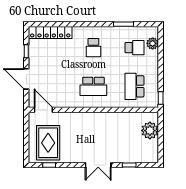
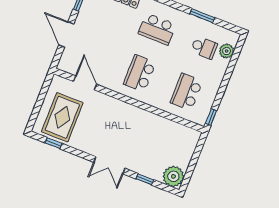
school desk: (93, 48) -> (157, 29), width x1.85
school desk: (93, 86) -> (140, 73), turned 90
door: (43, 110) -> (85, 83), moved
plant: (150, 131) -> (173, 176), moved

